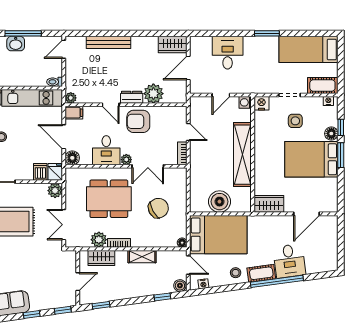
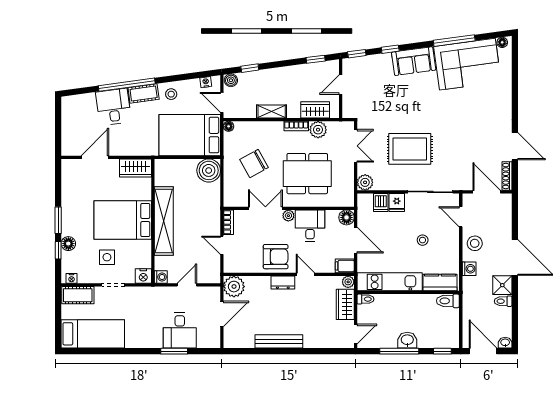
window: (267, 33) -> (174, 351), moved
bench: (108, 42) -> (279, 341), moved
wardrobe: (173, 45) -> (345, 304), moved, turned -90
plant: (153, 94) -> (234, 287), moved
bed: (311, 159) -> (123, 220), moved, turned 180
fridge: (55, 172) -> (397, 202), moved
boiler: (219, 202) -> (209, 170), moved

